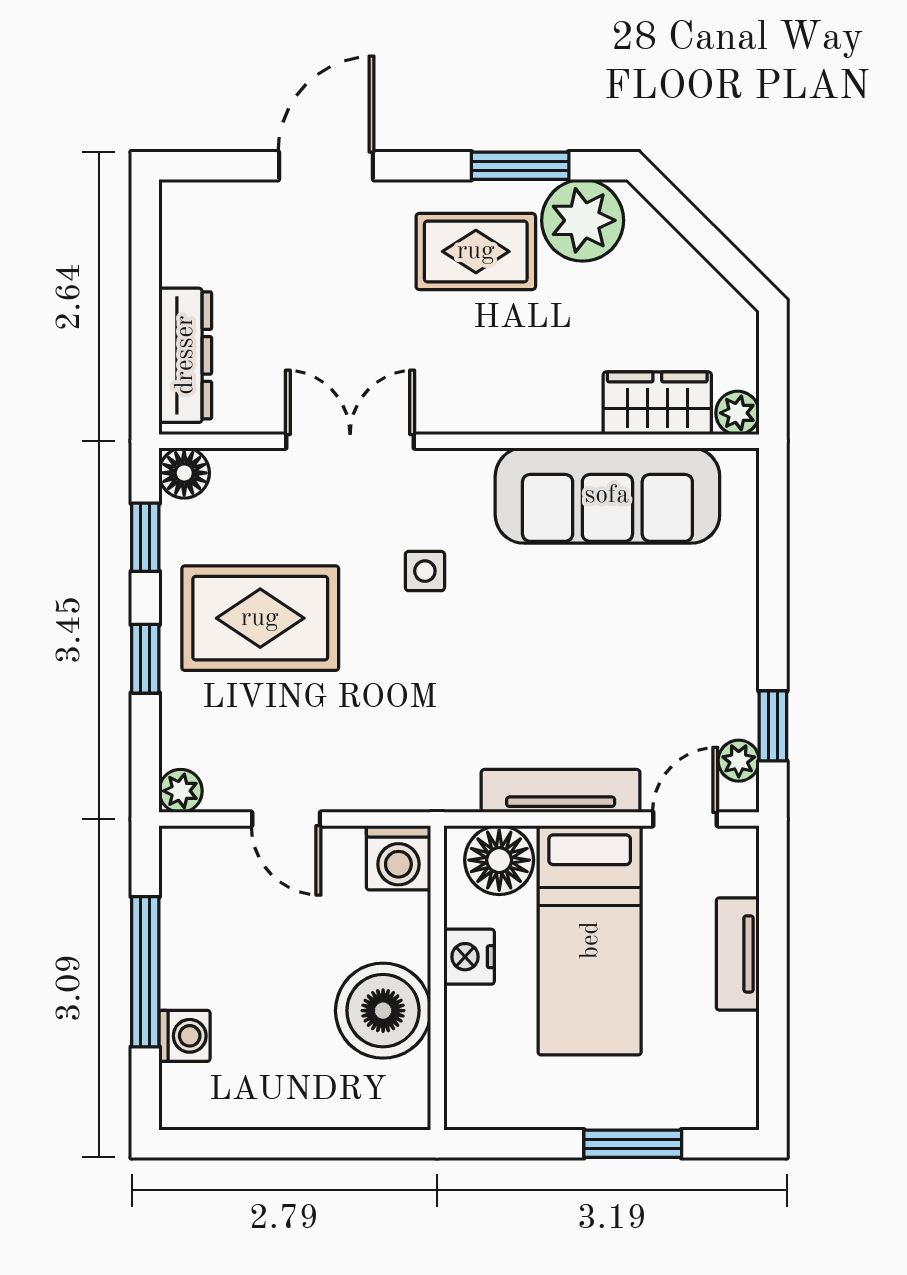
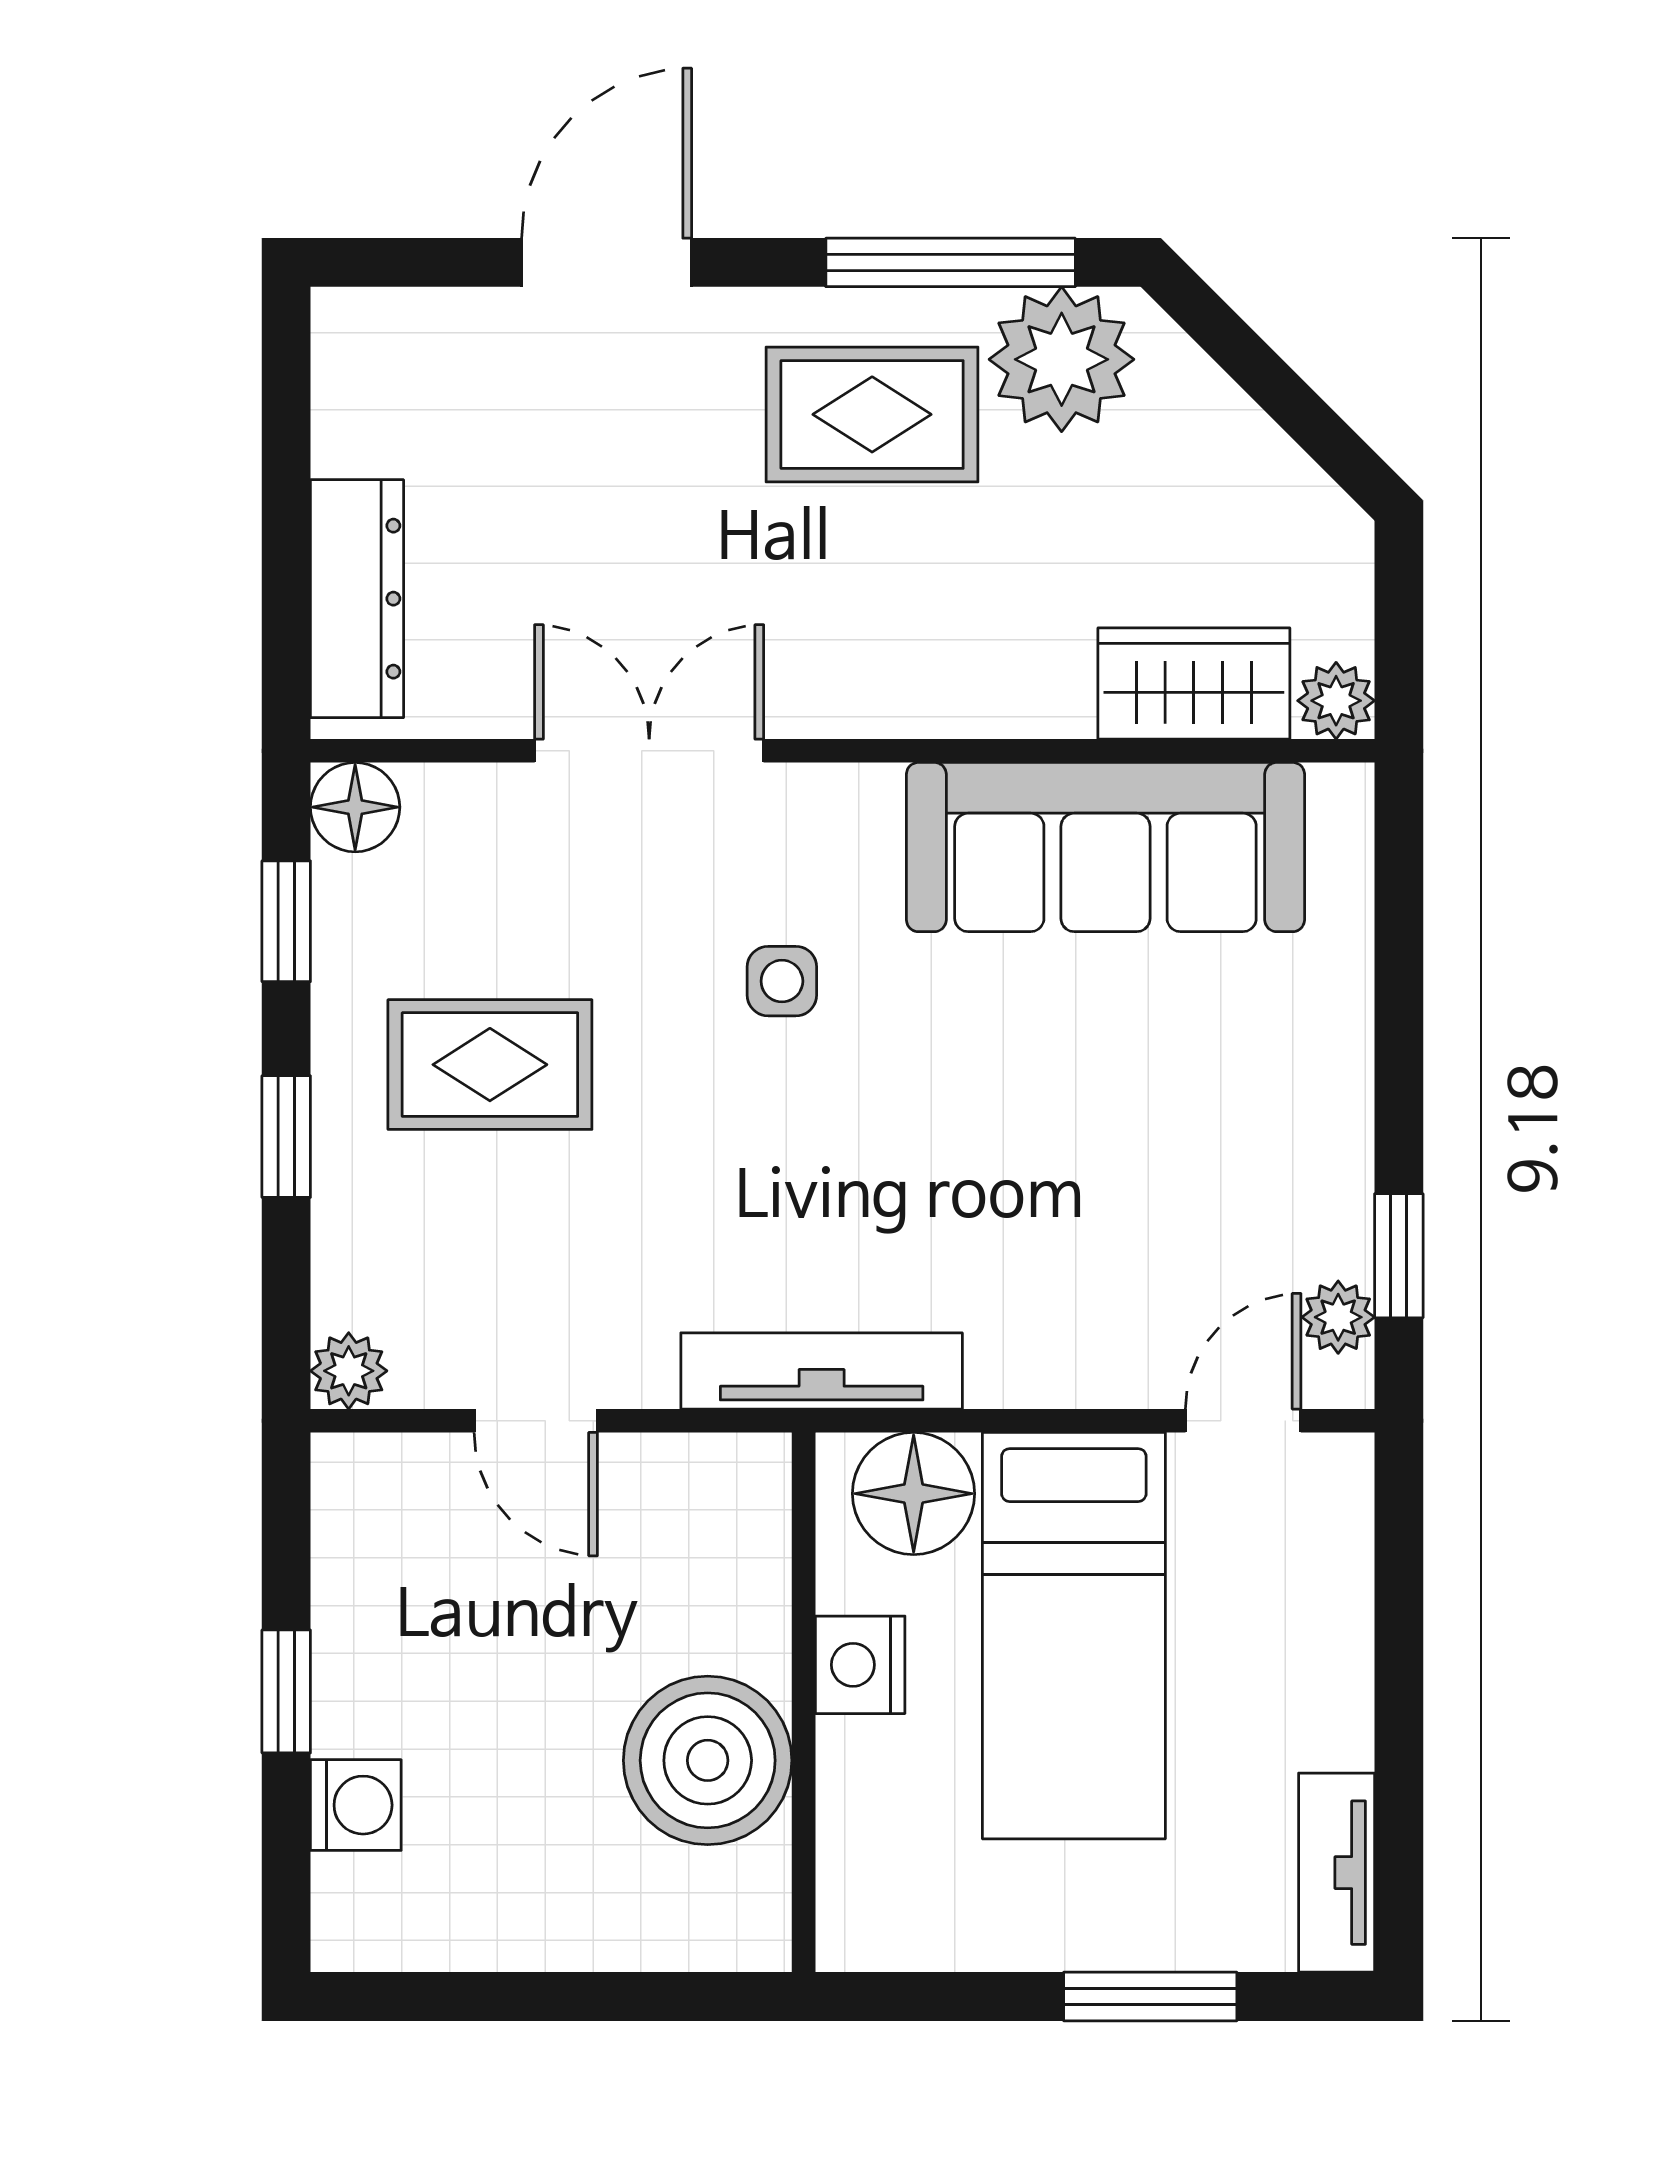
window: (520, 166) -> (951, 262), width x1.44
rug: (260, 618) -> (490, 1065), width x0.73, depth x0.70
tv unit: (561, 791) -> (822, 1371), moved
washing machine: (398, 858) -> (735, 1489), removed
tv unit: (738, 954) -> (1337, 1873), moved
window: (145, 972) -> (286, 1691), width x0.46

